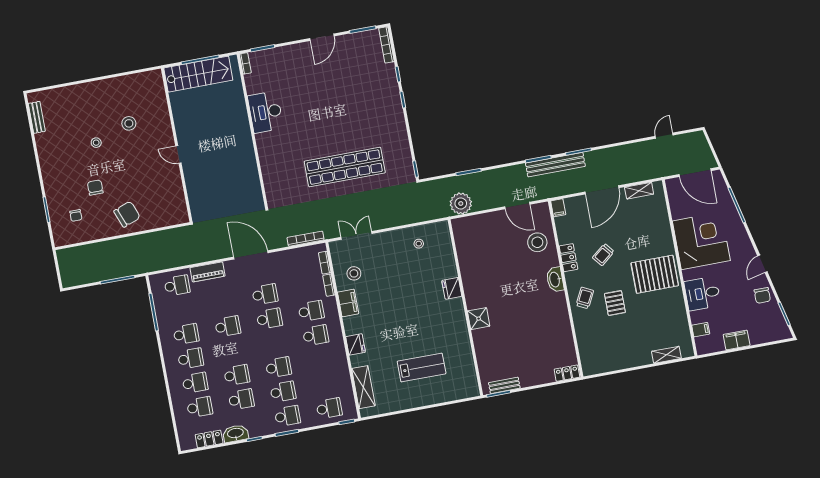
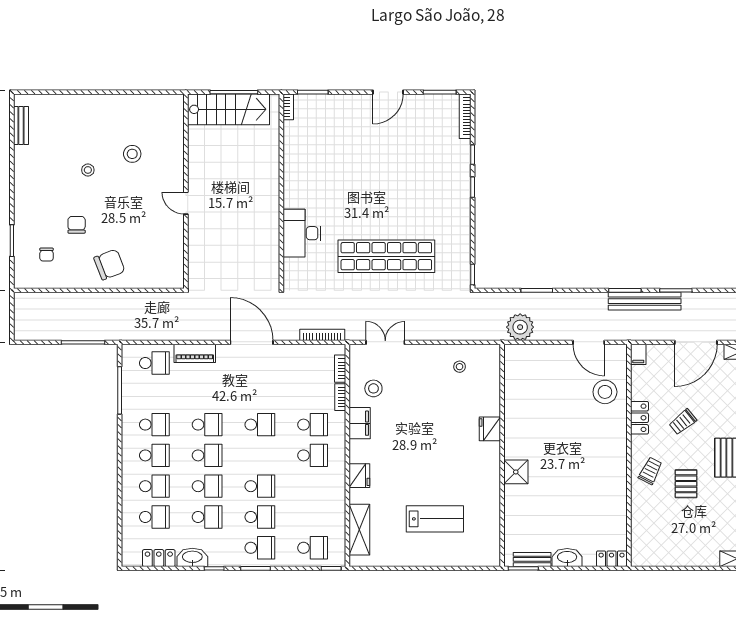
desk: (265, 112) -> (302, 233), moved
washbasin: (555, 280) -> (567, 558), moved, turned 90
school desk: (265, 294) -> (207, 455), moved

